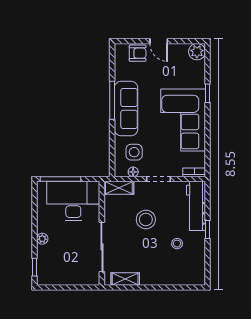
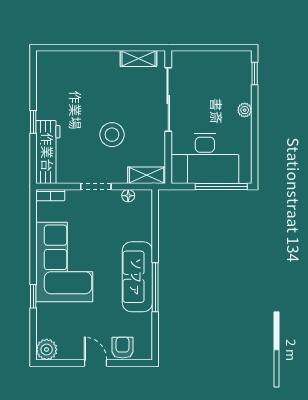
armchair: (138, 53) -> (122, 348), turned 90
side table: (134, 152) -> (127, 221), removed
stool: (177, 244) -> (72, 104), removed

